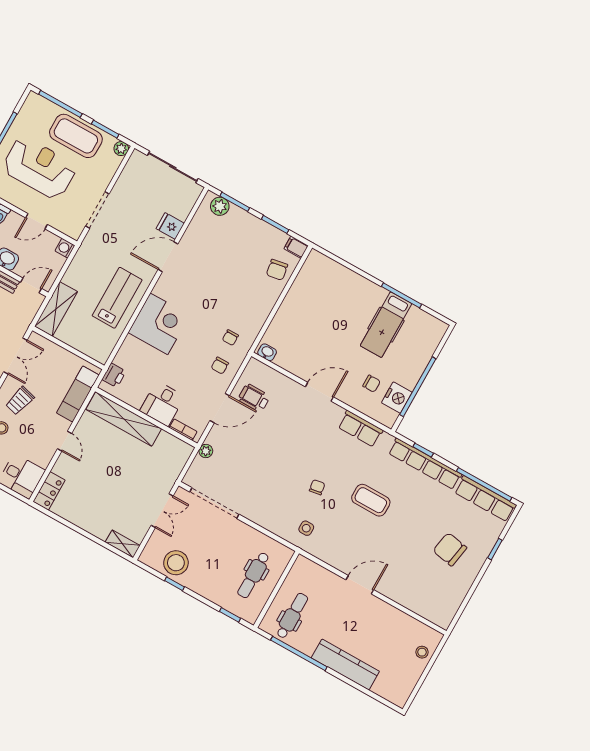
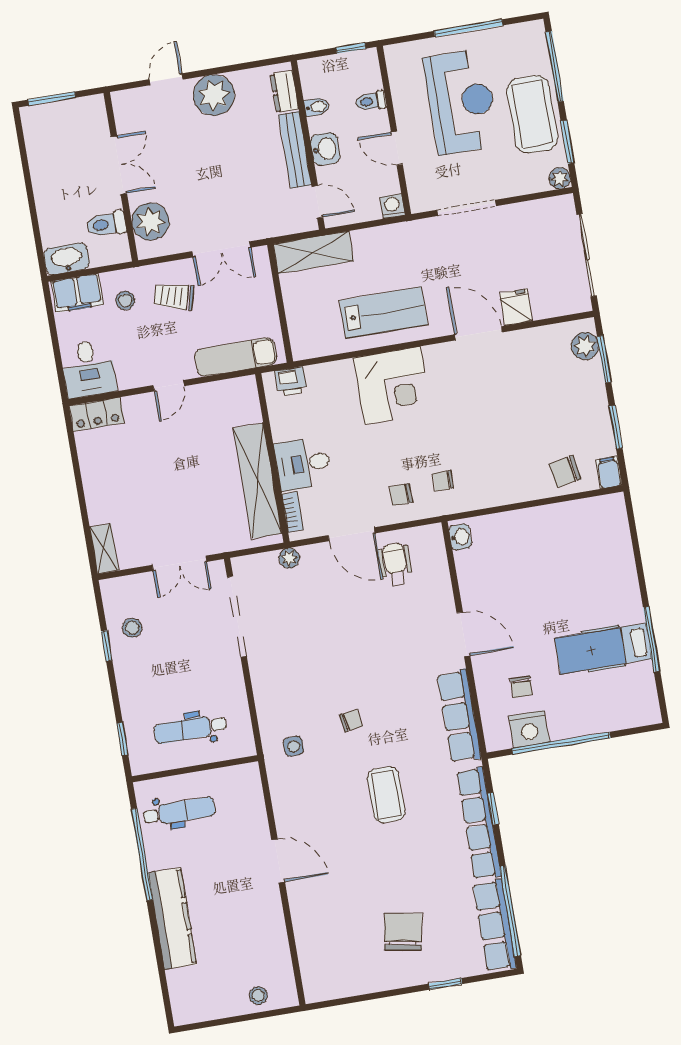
shelving: (124, 419) -> (258, 481), moved
row of seats: (360, 429) -> (459, 716), width x1.48
stool: (176, 563) -> (132, 628), width x0.53, depth x0.53

